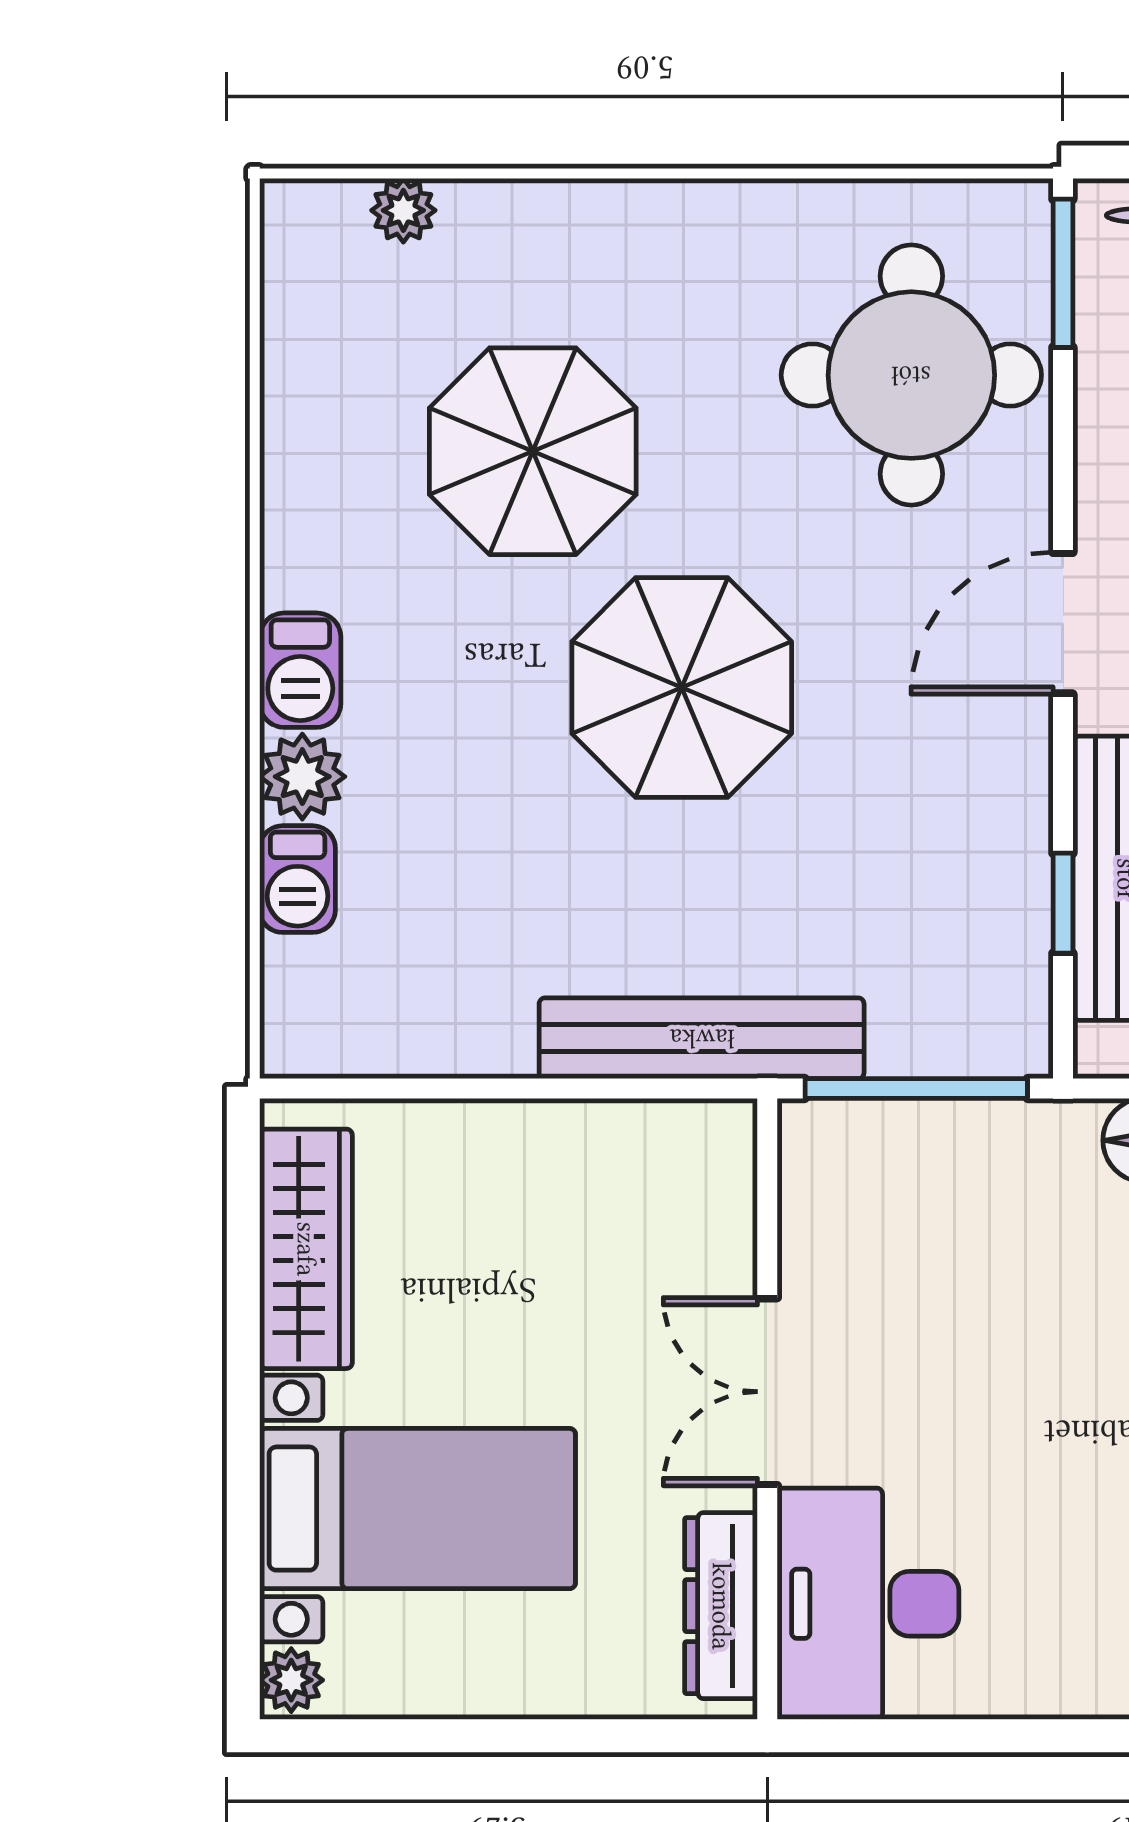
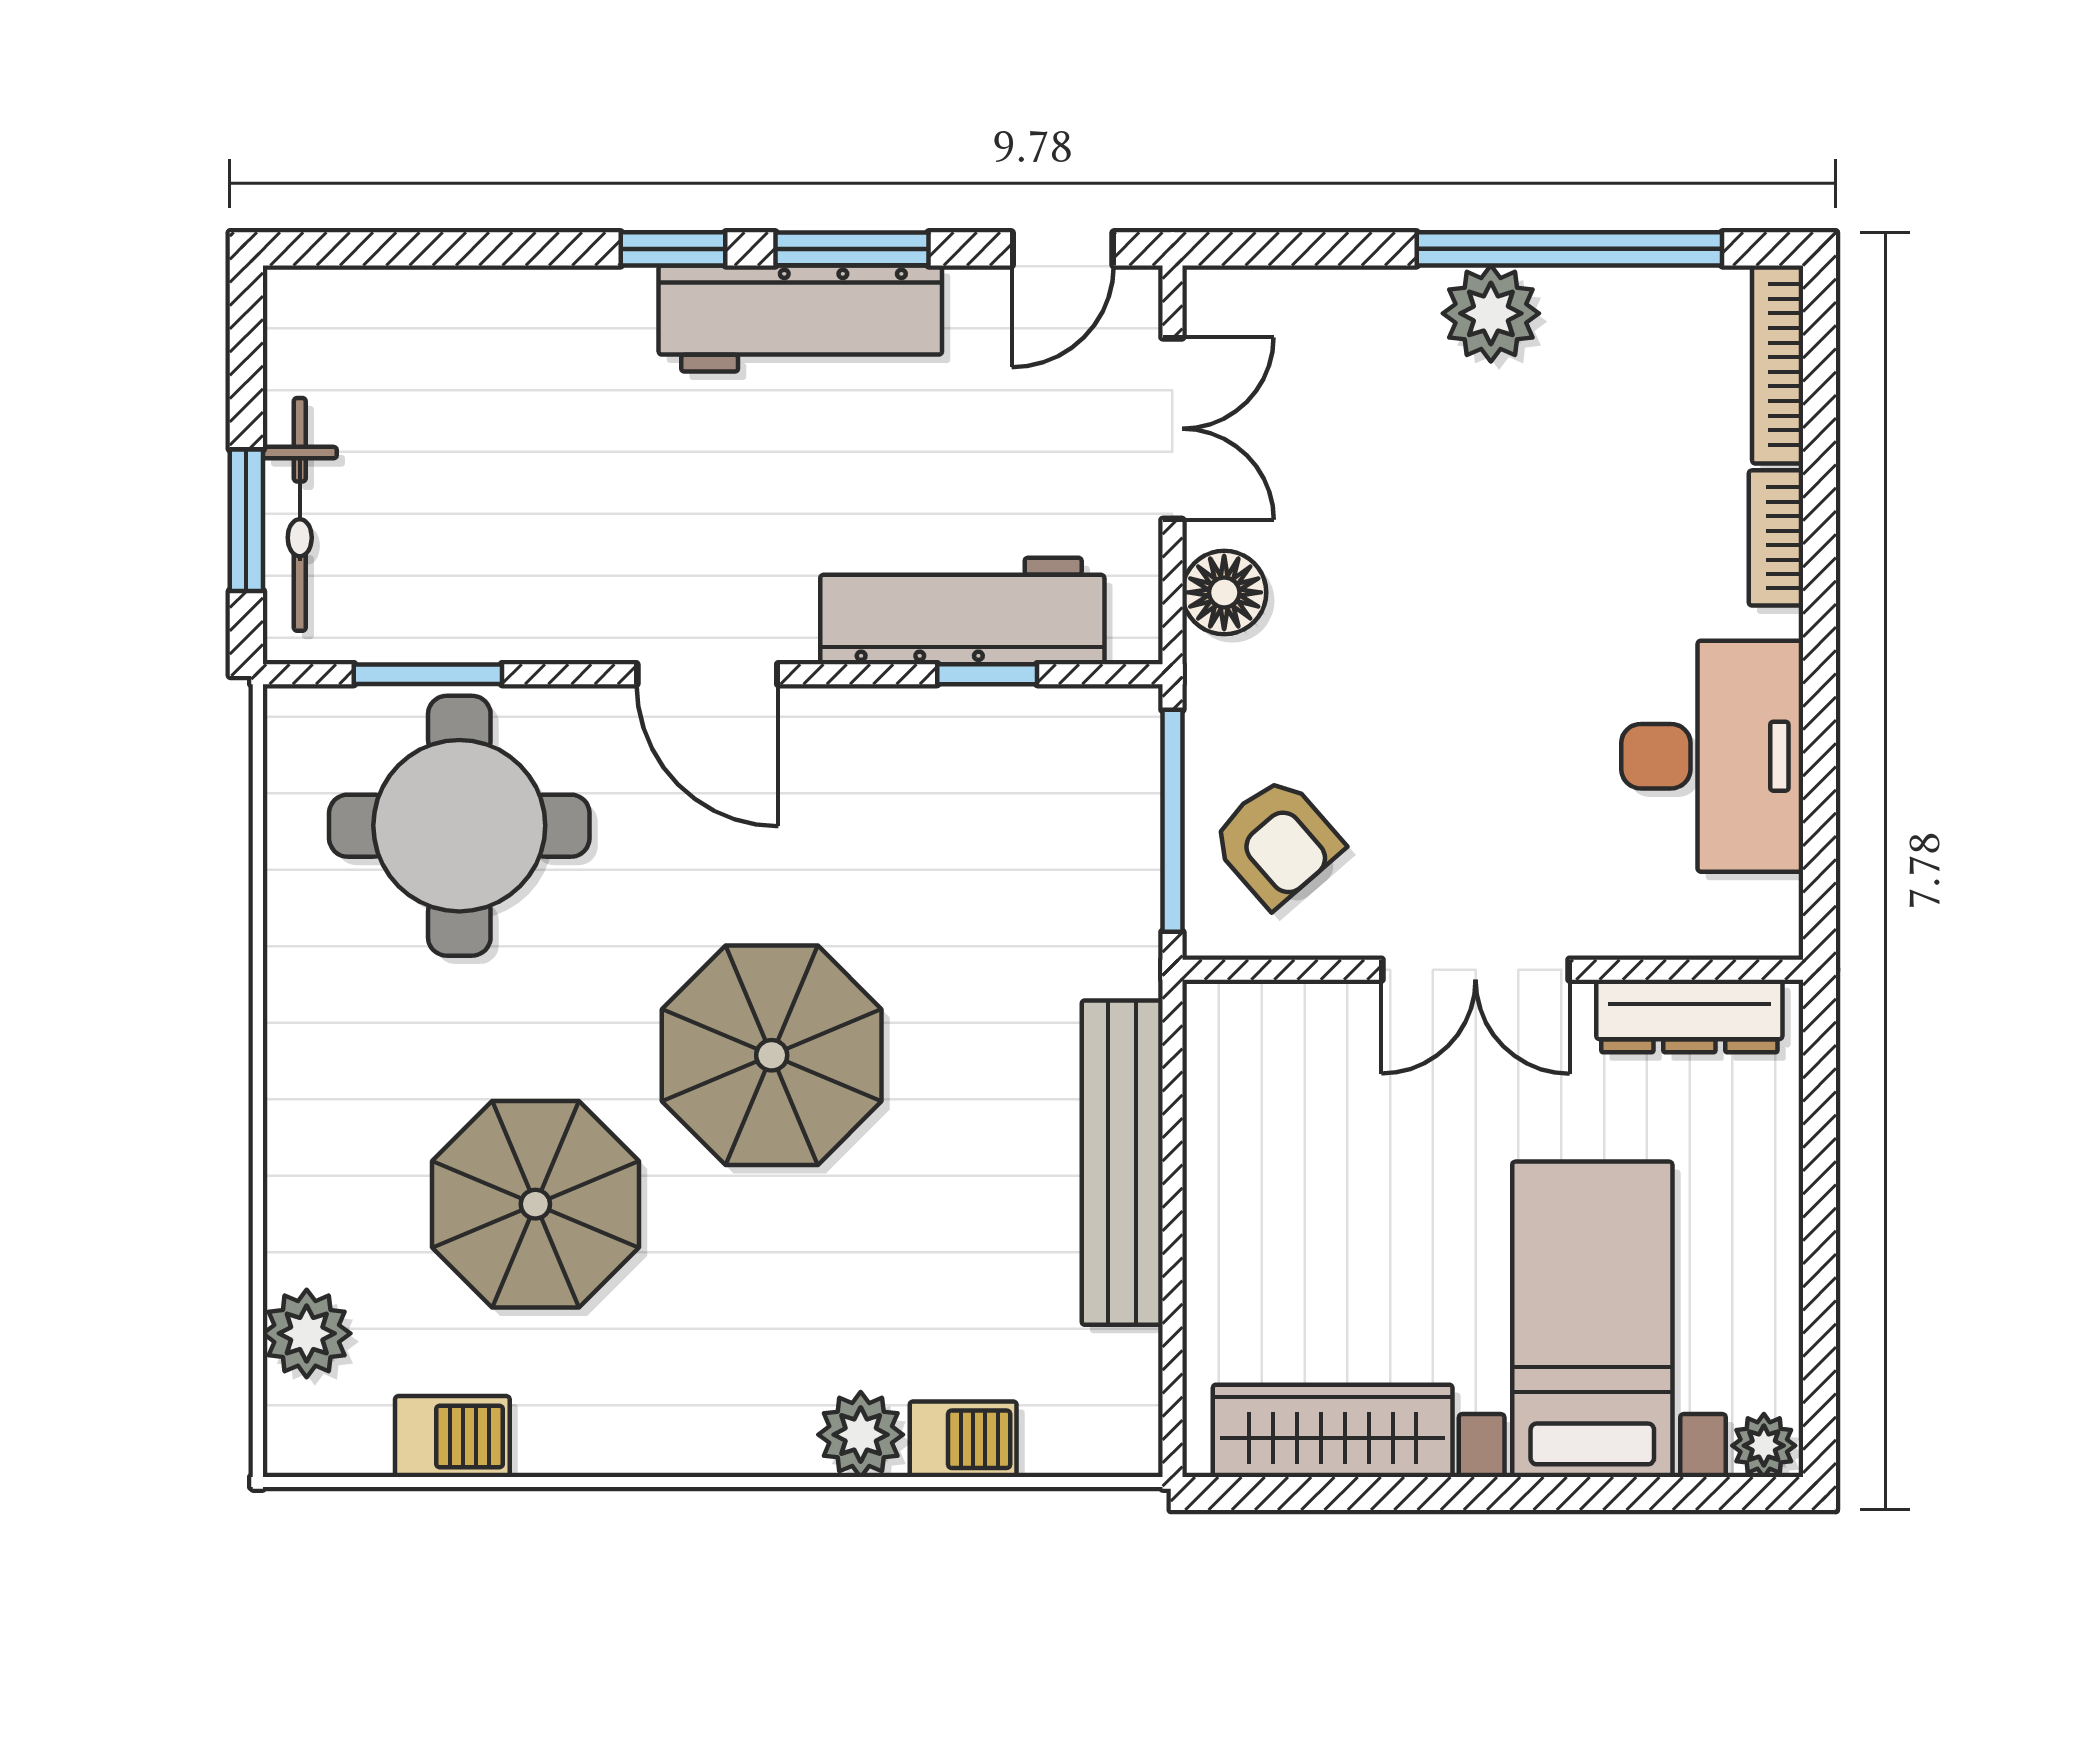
plant: (403, 210) -> (307, 1333), width x1.38, depth x1.38
window: (1063, 273) -> (428, 674), moved
barbecue: (300, 670) -> (452, 1436), moved
bench: (702, 1038) -> (1122, 1163), moved
armchair: (895, 1193) -> (1276, 842), added
desk: (868, 1604) -> (1712, 756), moved, turned -90

